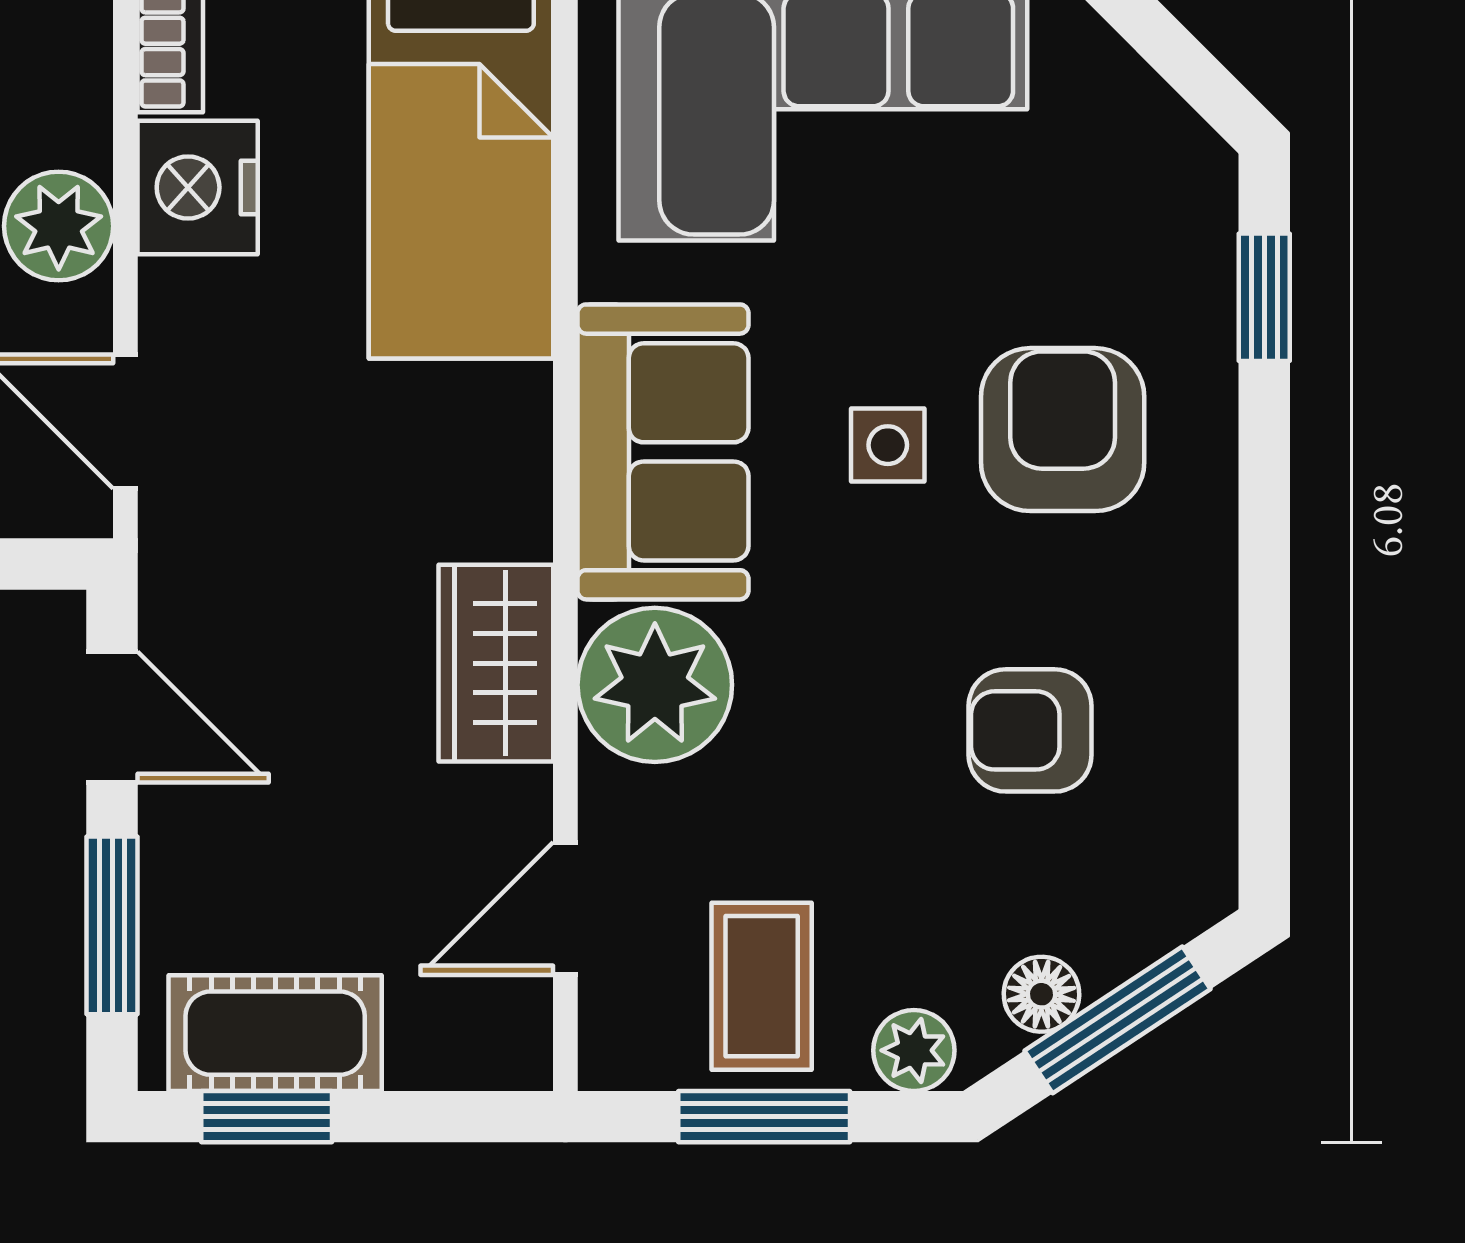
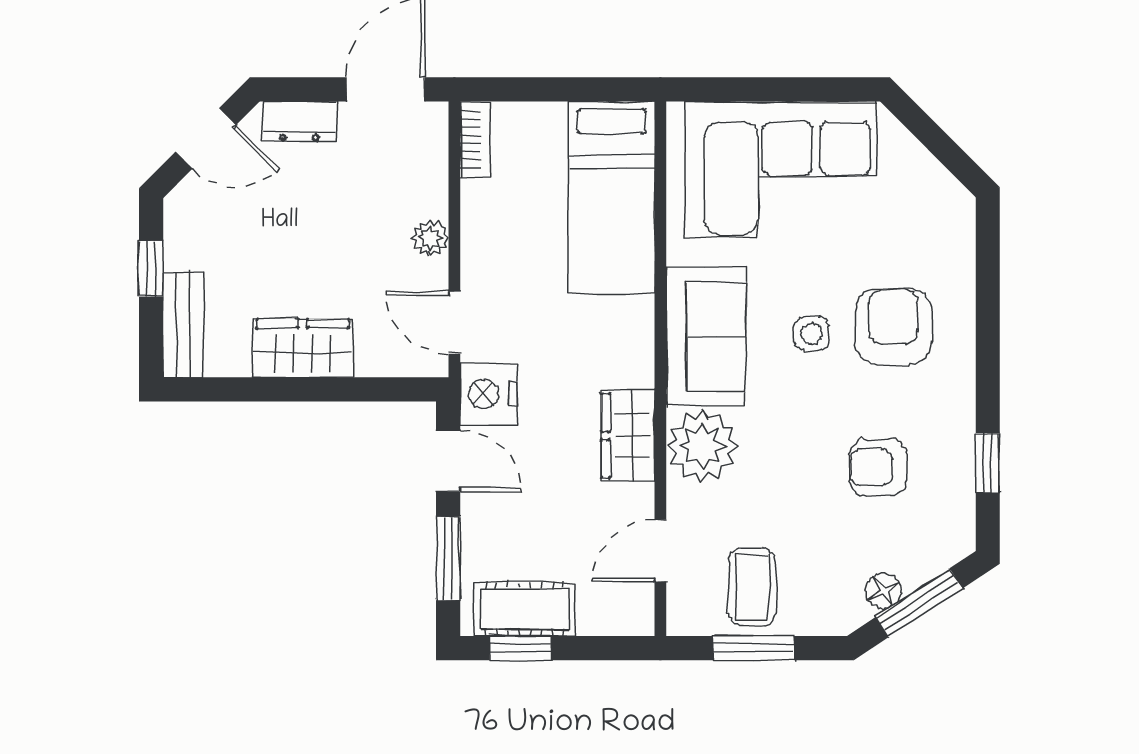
nightstand: (198, 187) -> (488, 394), moved
plant: (59, 226) -> (430, 238), width x0.73, depth x0.73
window: (1264, 297) -> (988, 463), moved
plant: (914, 1050) -> (824, 617), removed

